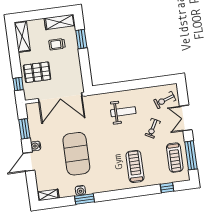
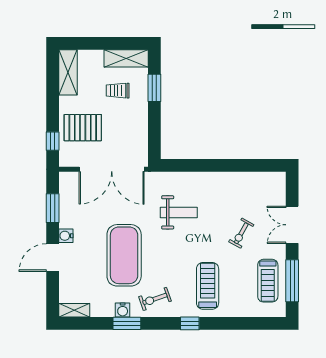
exercise bike: (165, 100) -> (155, 299), moved
weight bench: (123, 112) -> (179, 212), moved
window: (167, 188) -> (190, 323), moved

